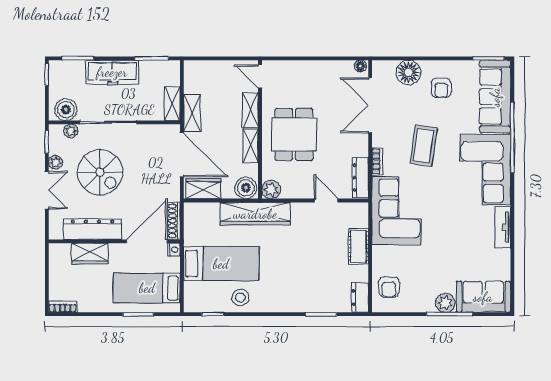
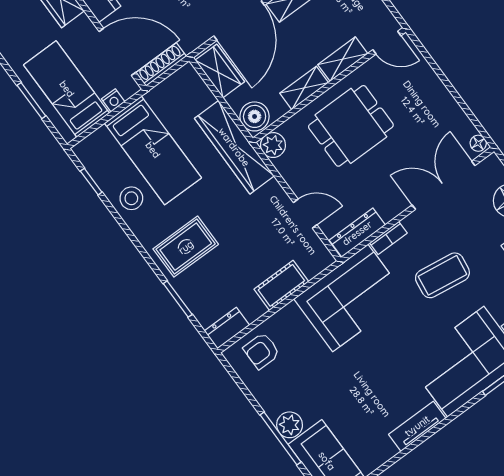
door: (260, 76) -> (387, 43), swing flipped
door: (326, 200) -> (305, 214), hinge flipped
nightstand: (174, 250) -> (113, 100), moved
rug: (293, 286) -> (186, 247), added

